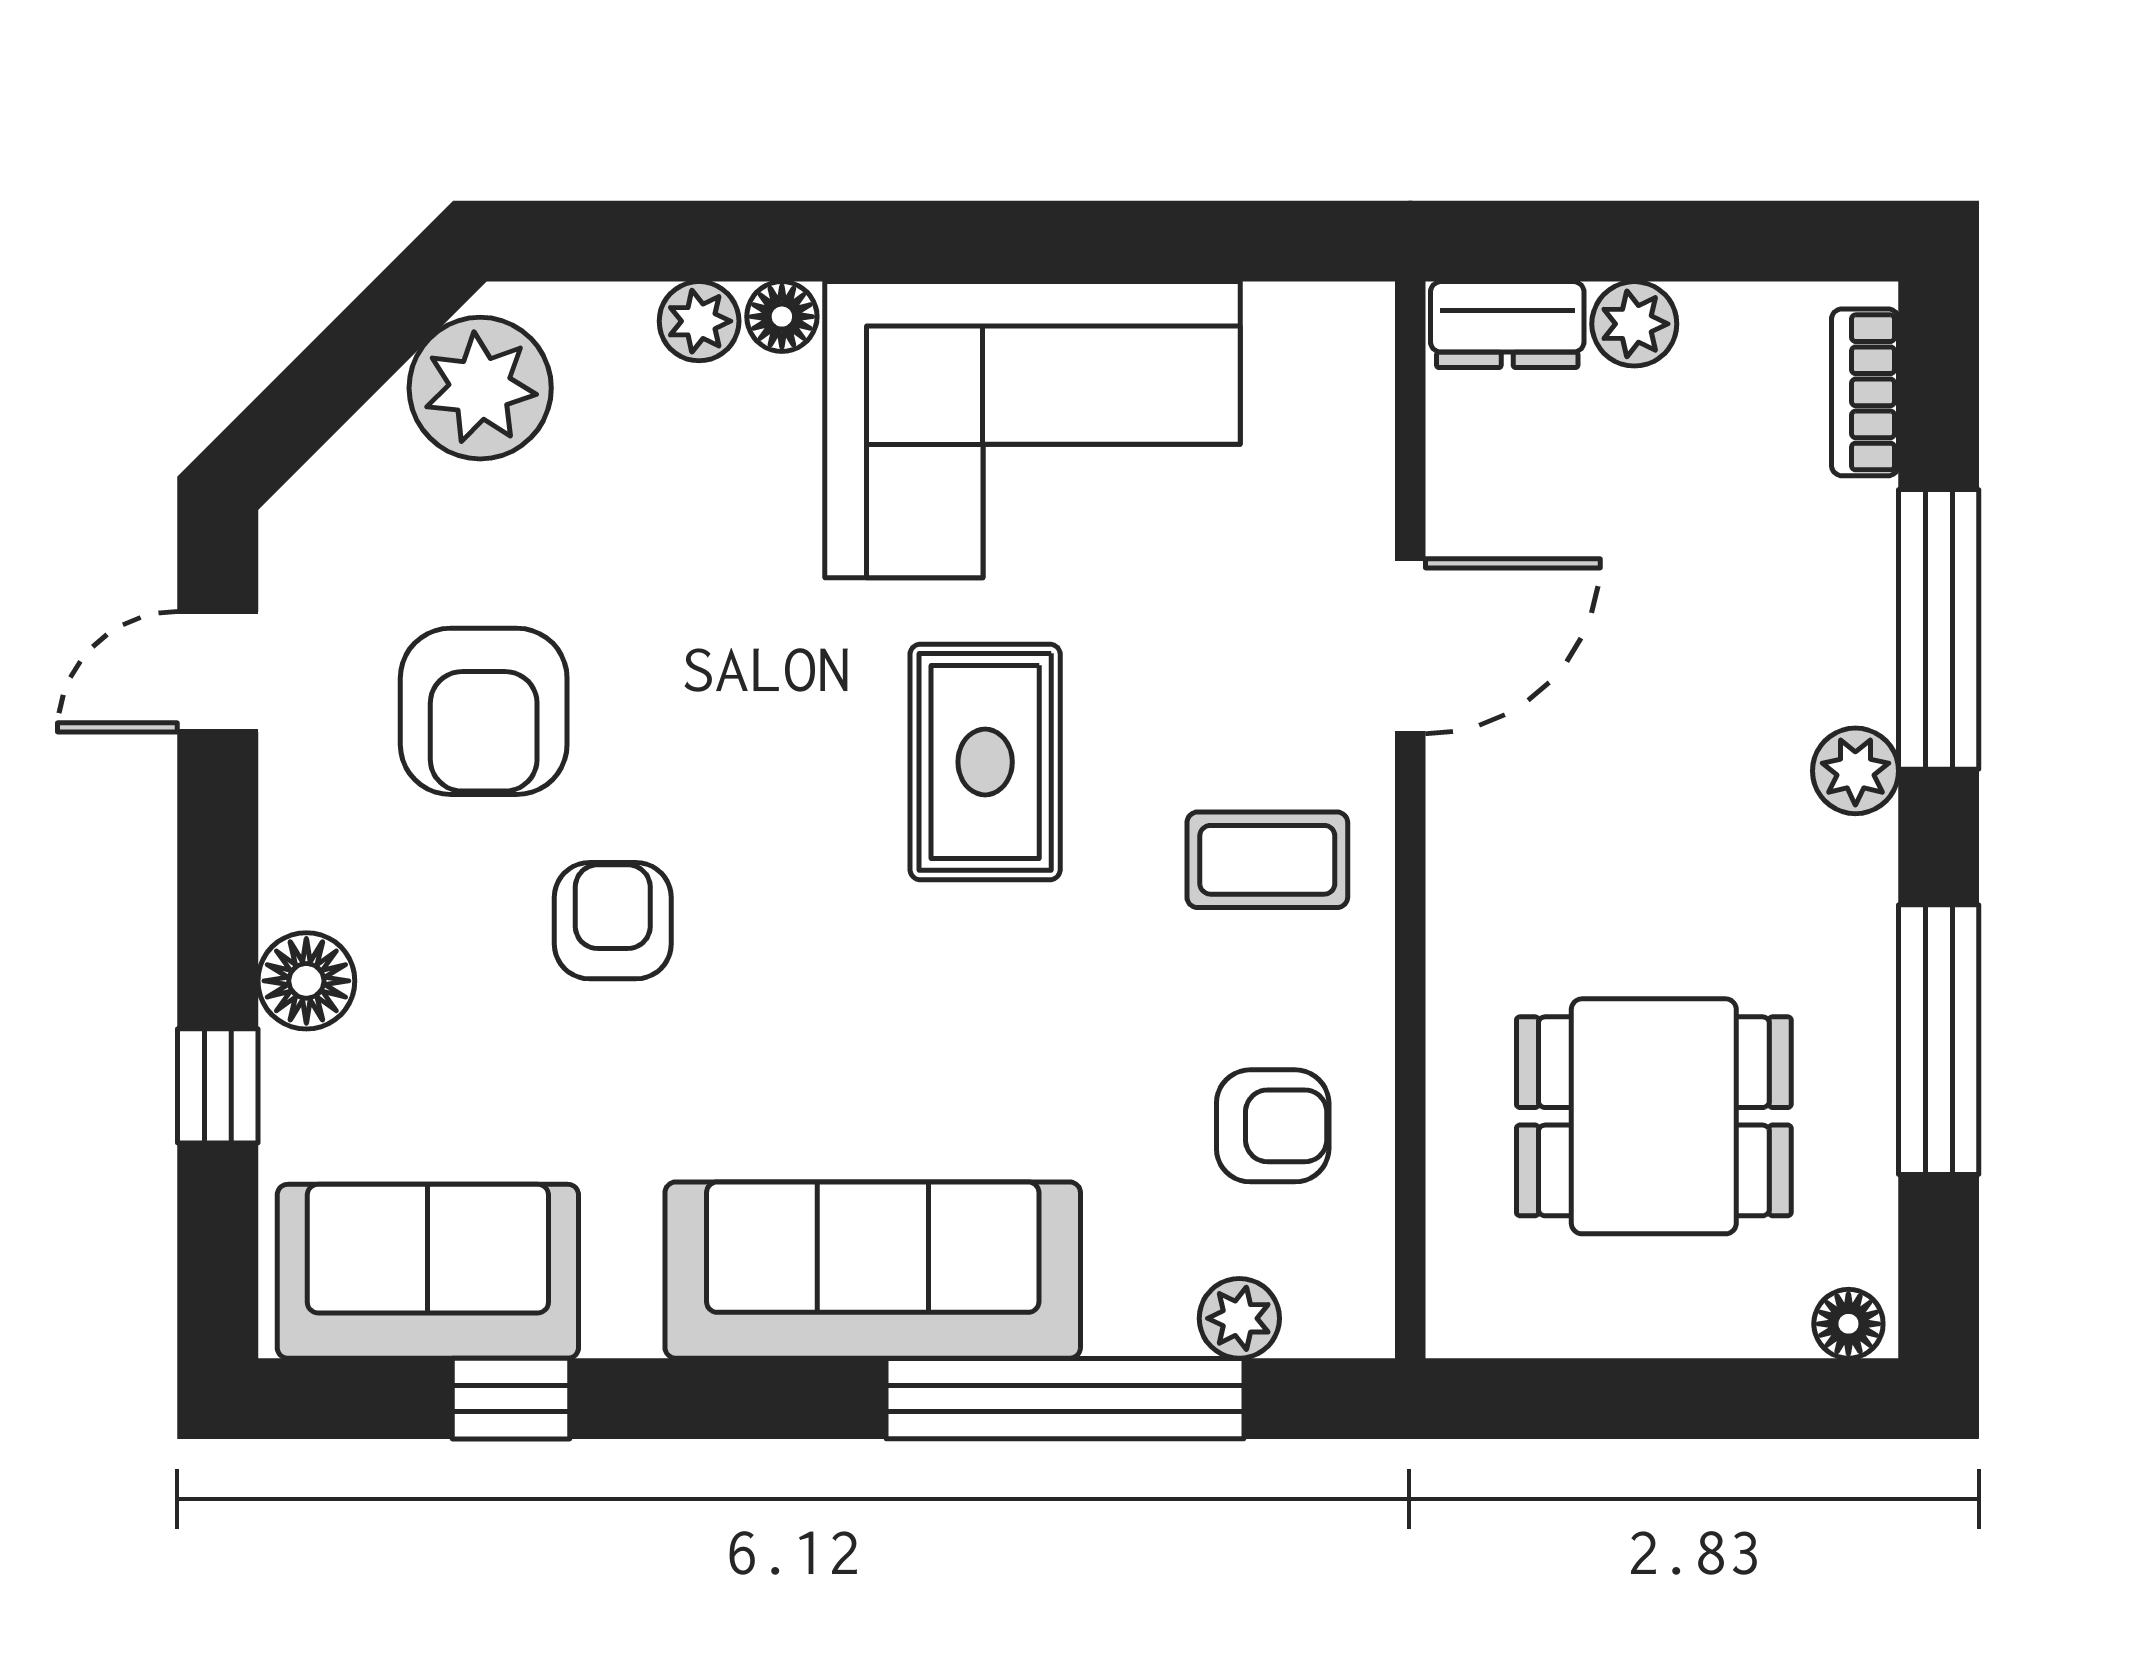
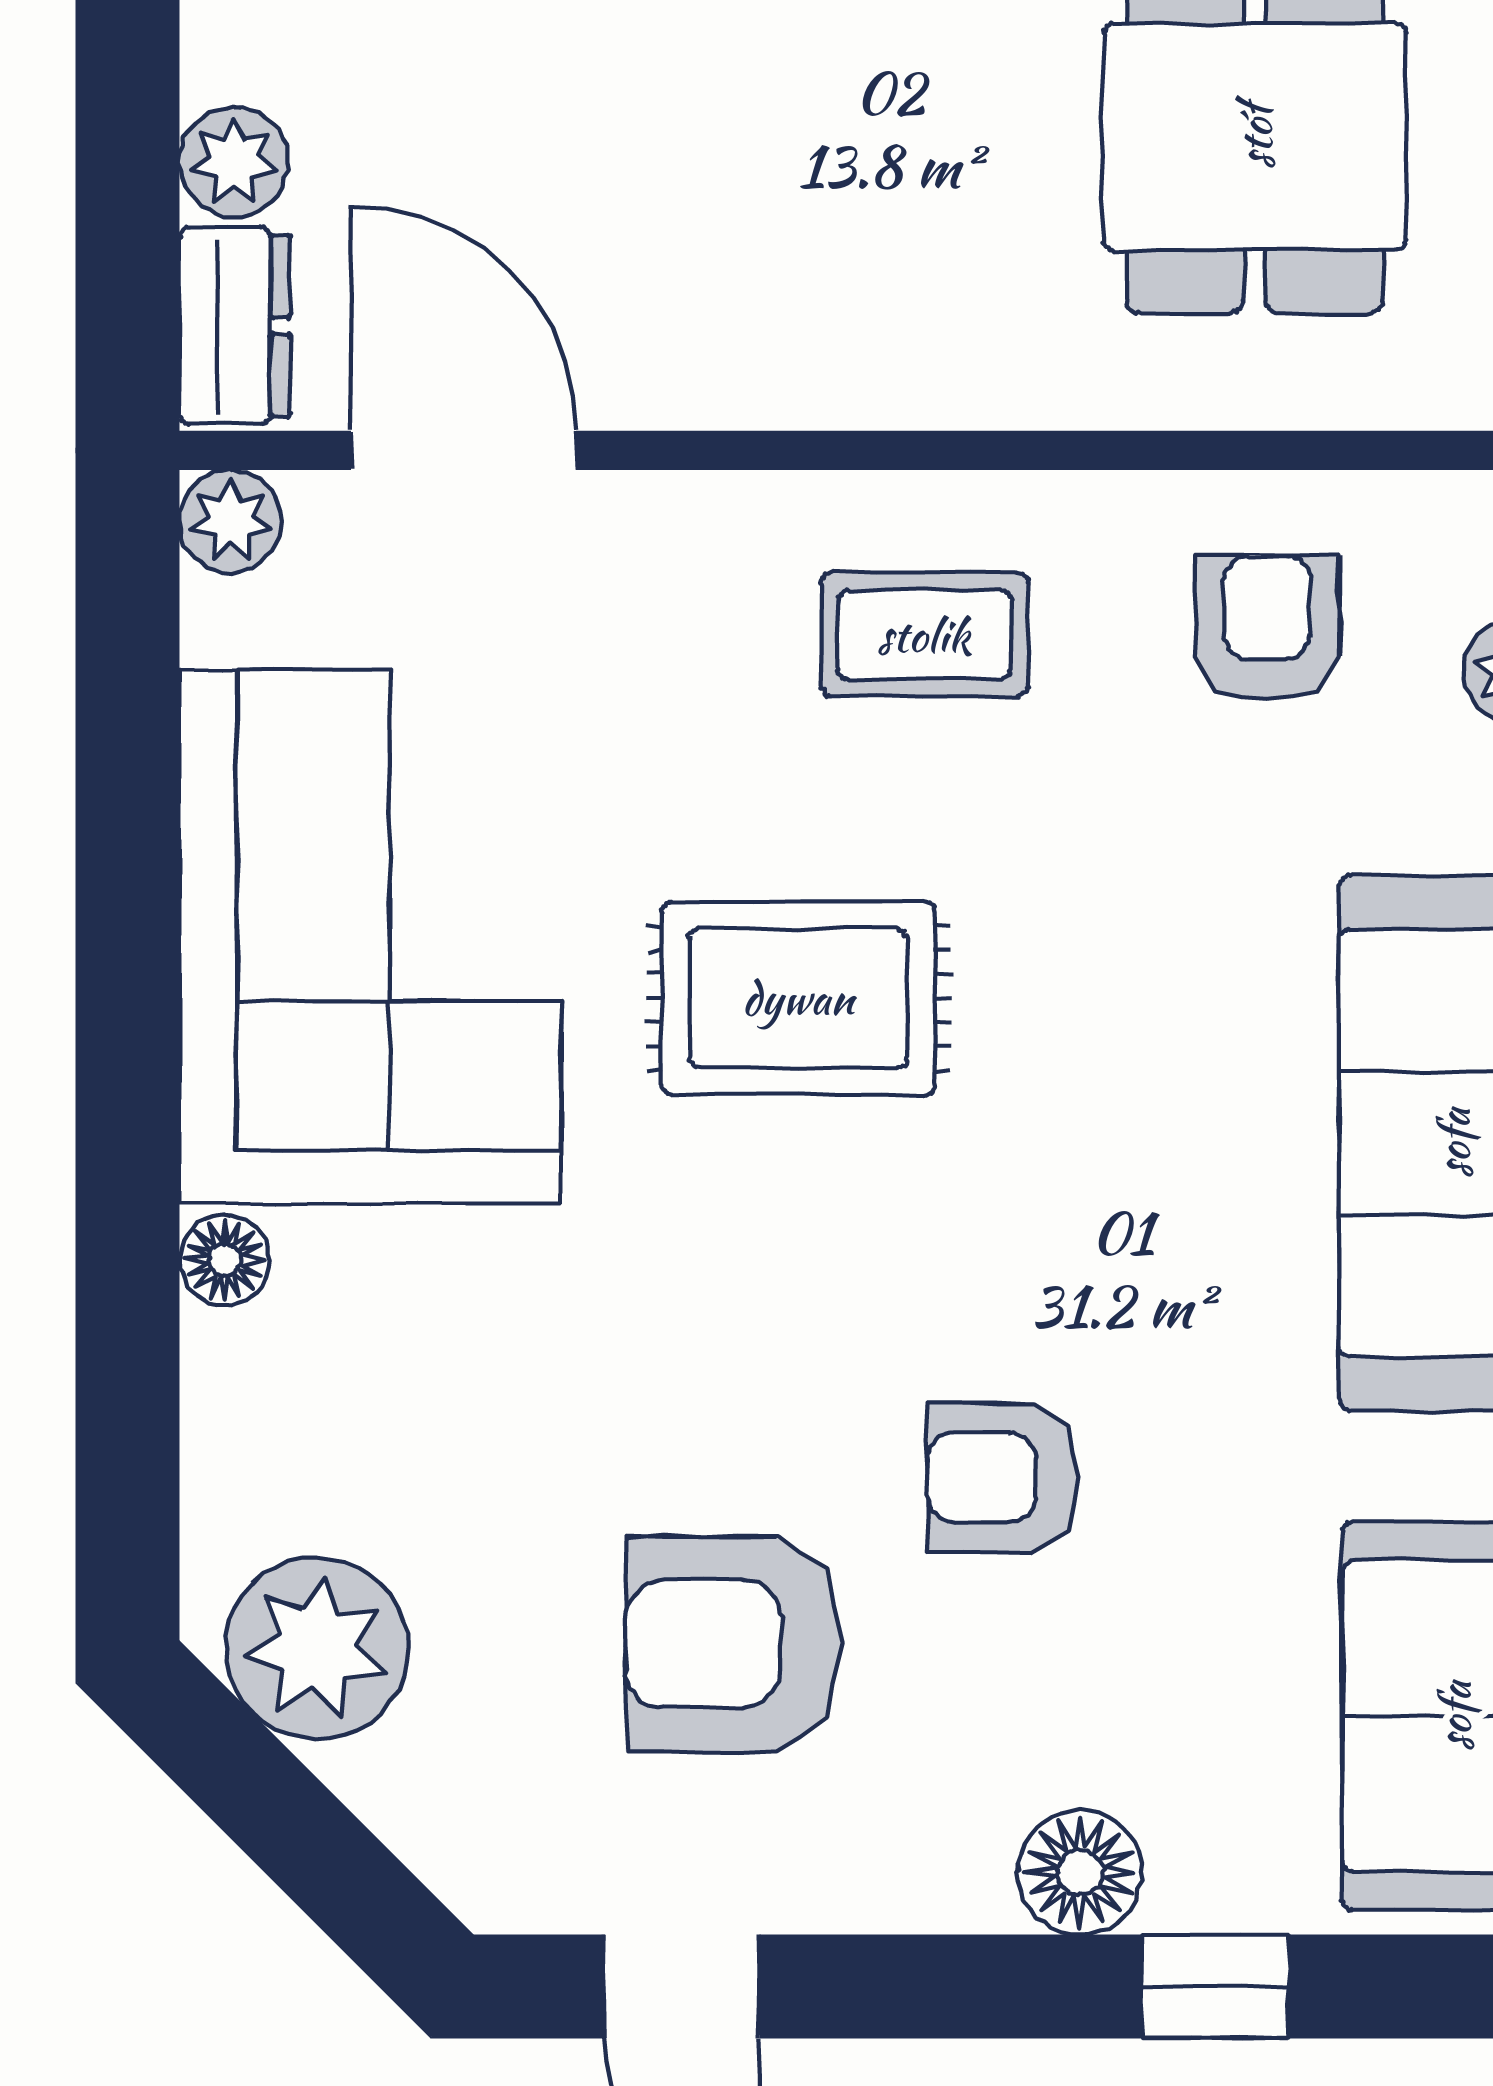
plant: (699, 321) -> (231, 521), moved
door: (1410, 646) -> (464, 450), moved
armchair: (484, 711) -> (733, 1644), turned 180
coffee table: (1267, 860) -> (924, 635), turned 90

